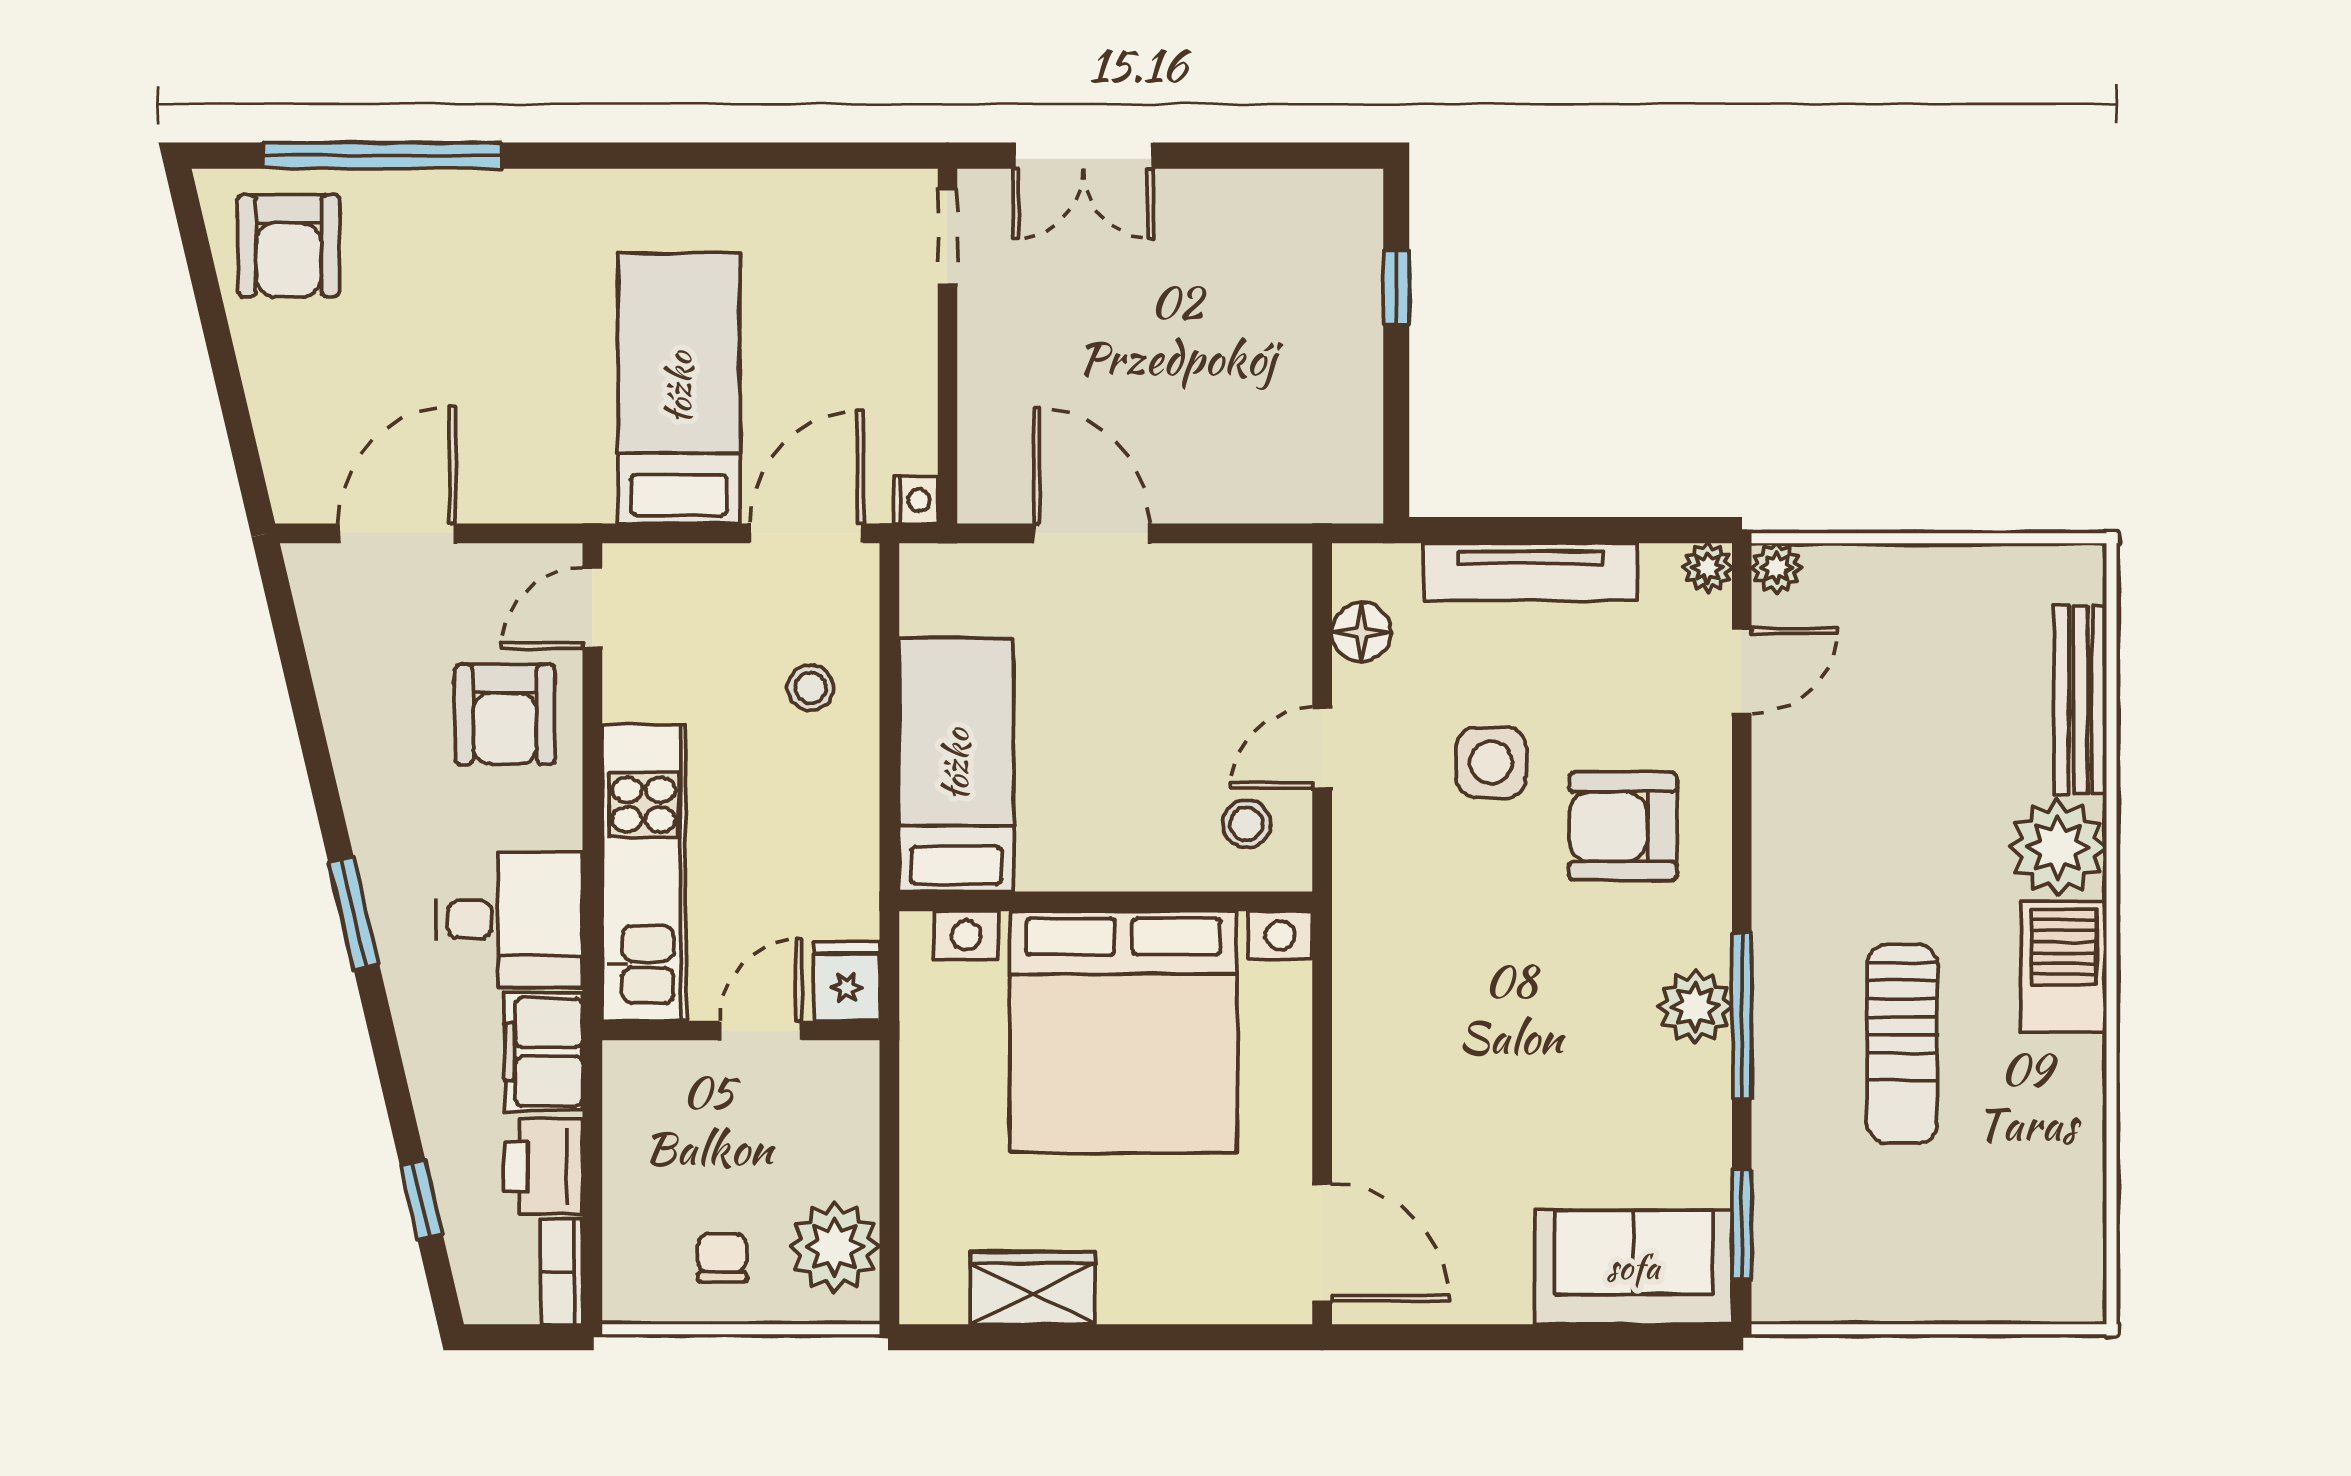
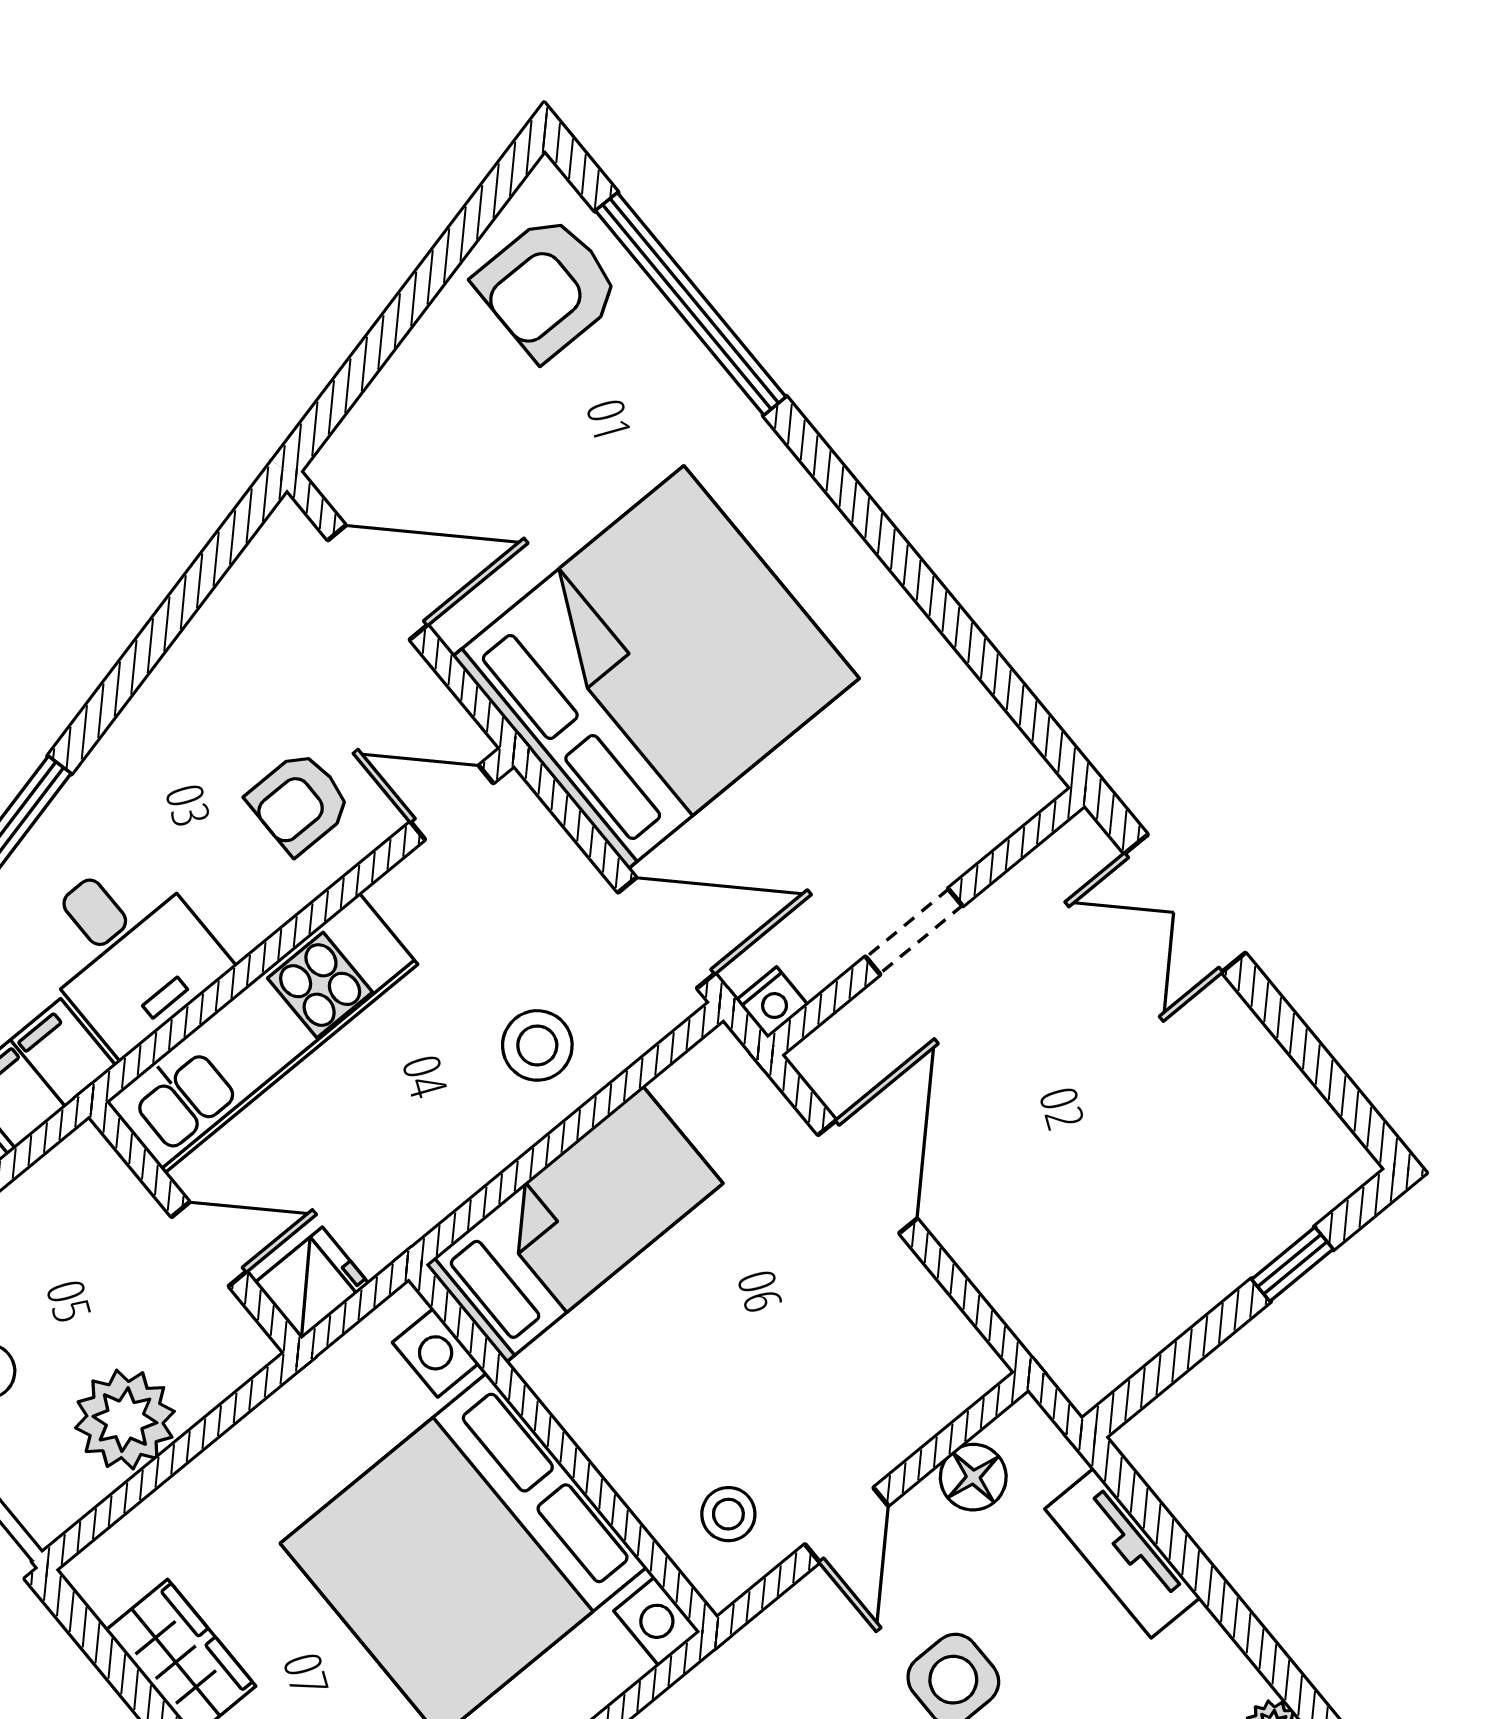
doorway: (948, 237) -> (914, 931), moved
bed: (679, 388) -> (656, 667), width x2.04
tv unit: (1531, 572) -> (1123, 1553), width x0.71
stool: (811, 688) -> (537, 1045), width x1.37, depth x1.37
armchair: (505, 714) -> (299, 803), width x0.72, depth x0.72
door: (1322, 748) -> (847, 1525), swing flipped
plant: (834, 1247) -> (125, 1420), moved

